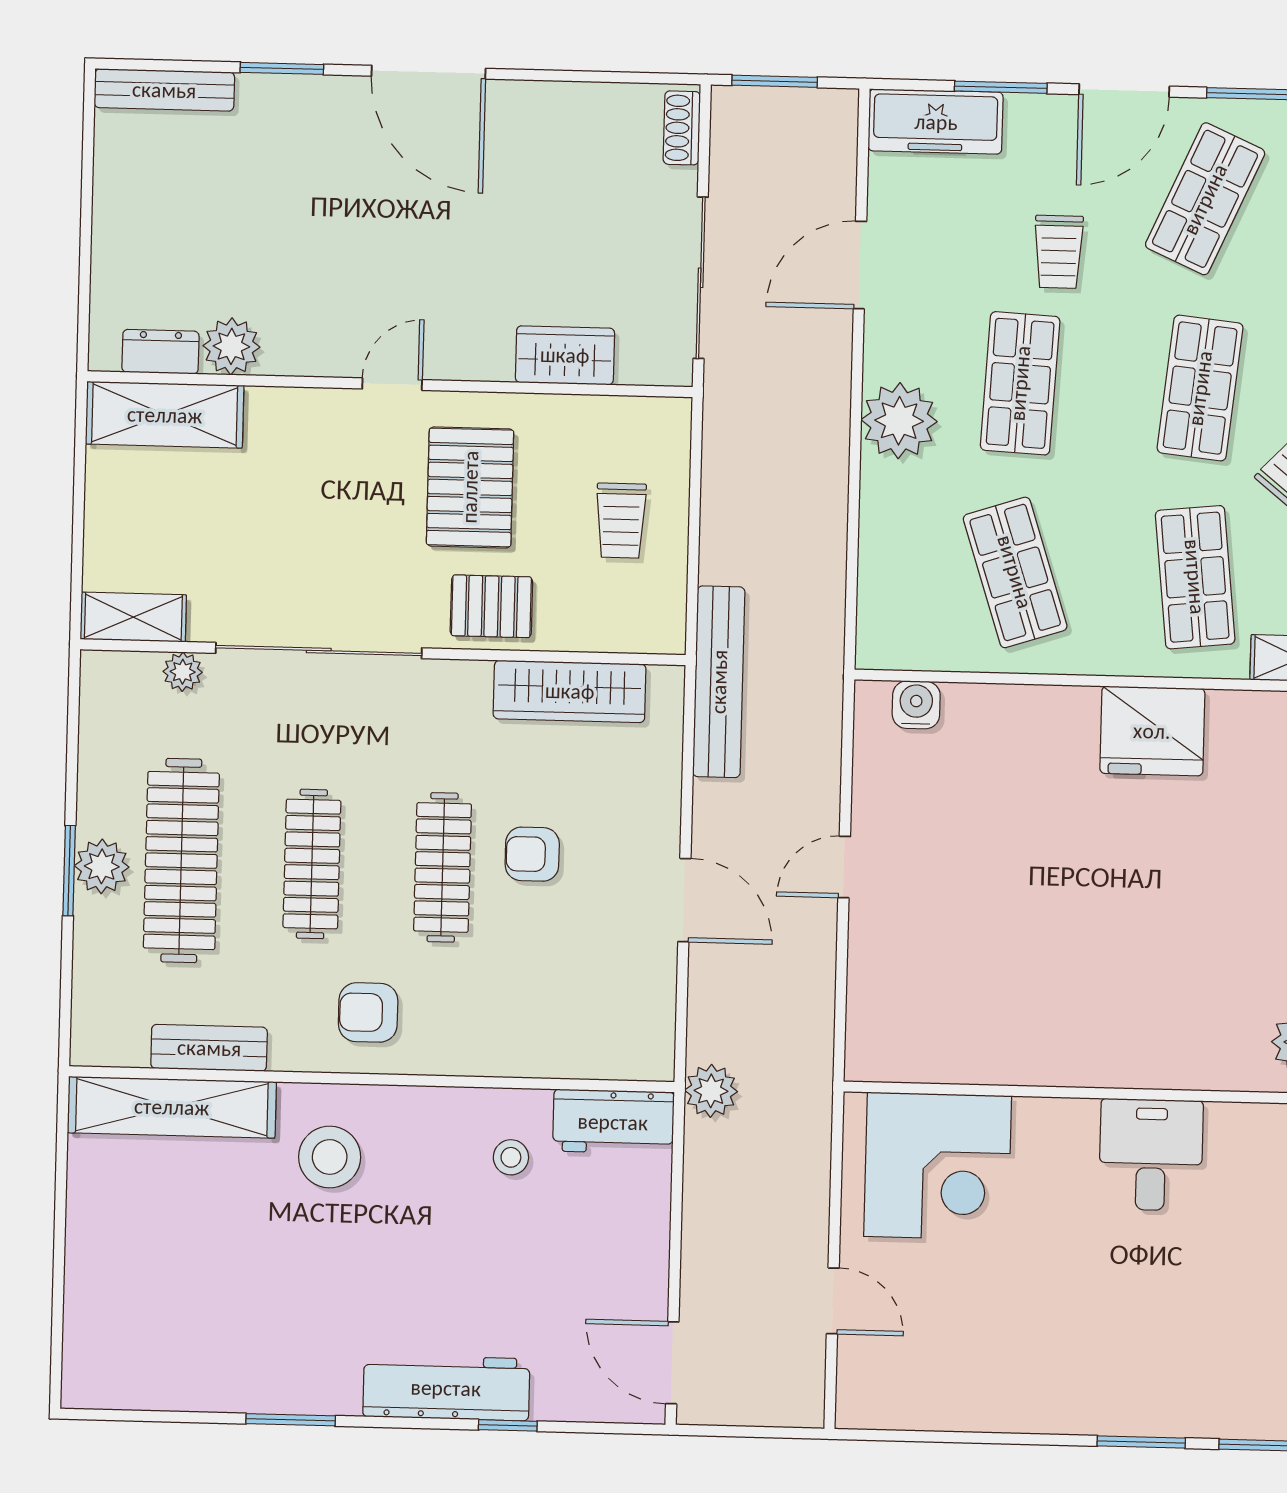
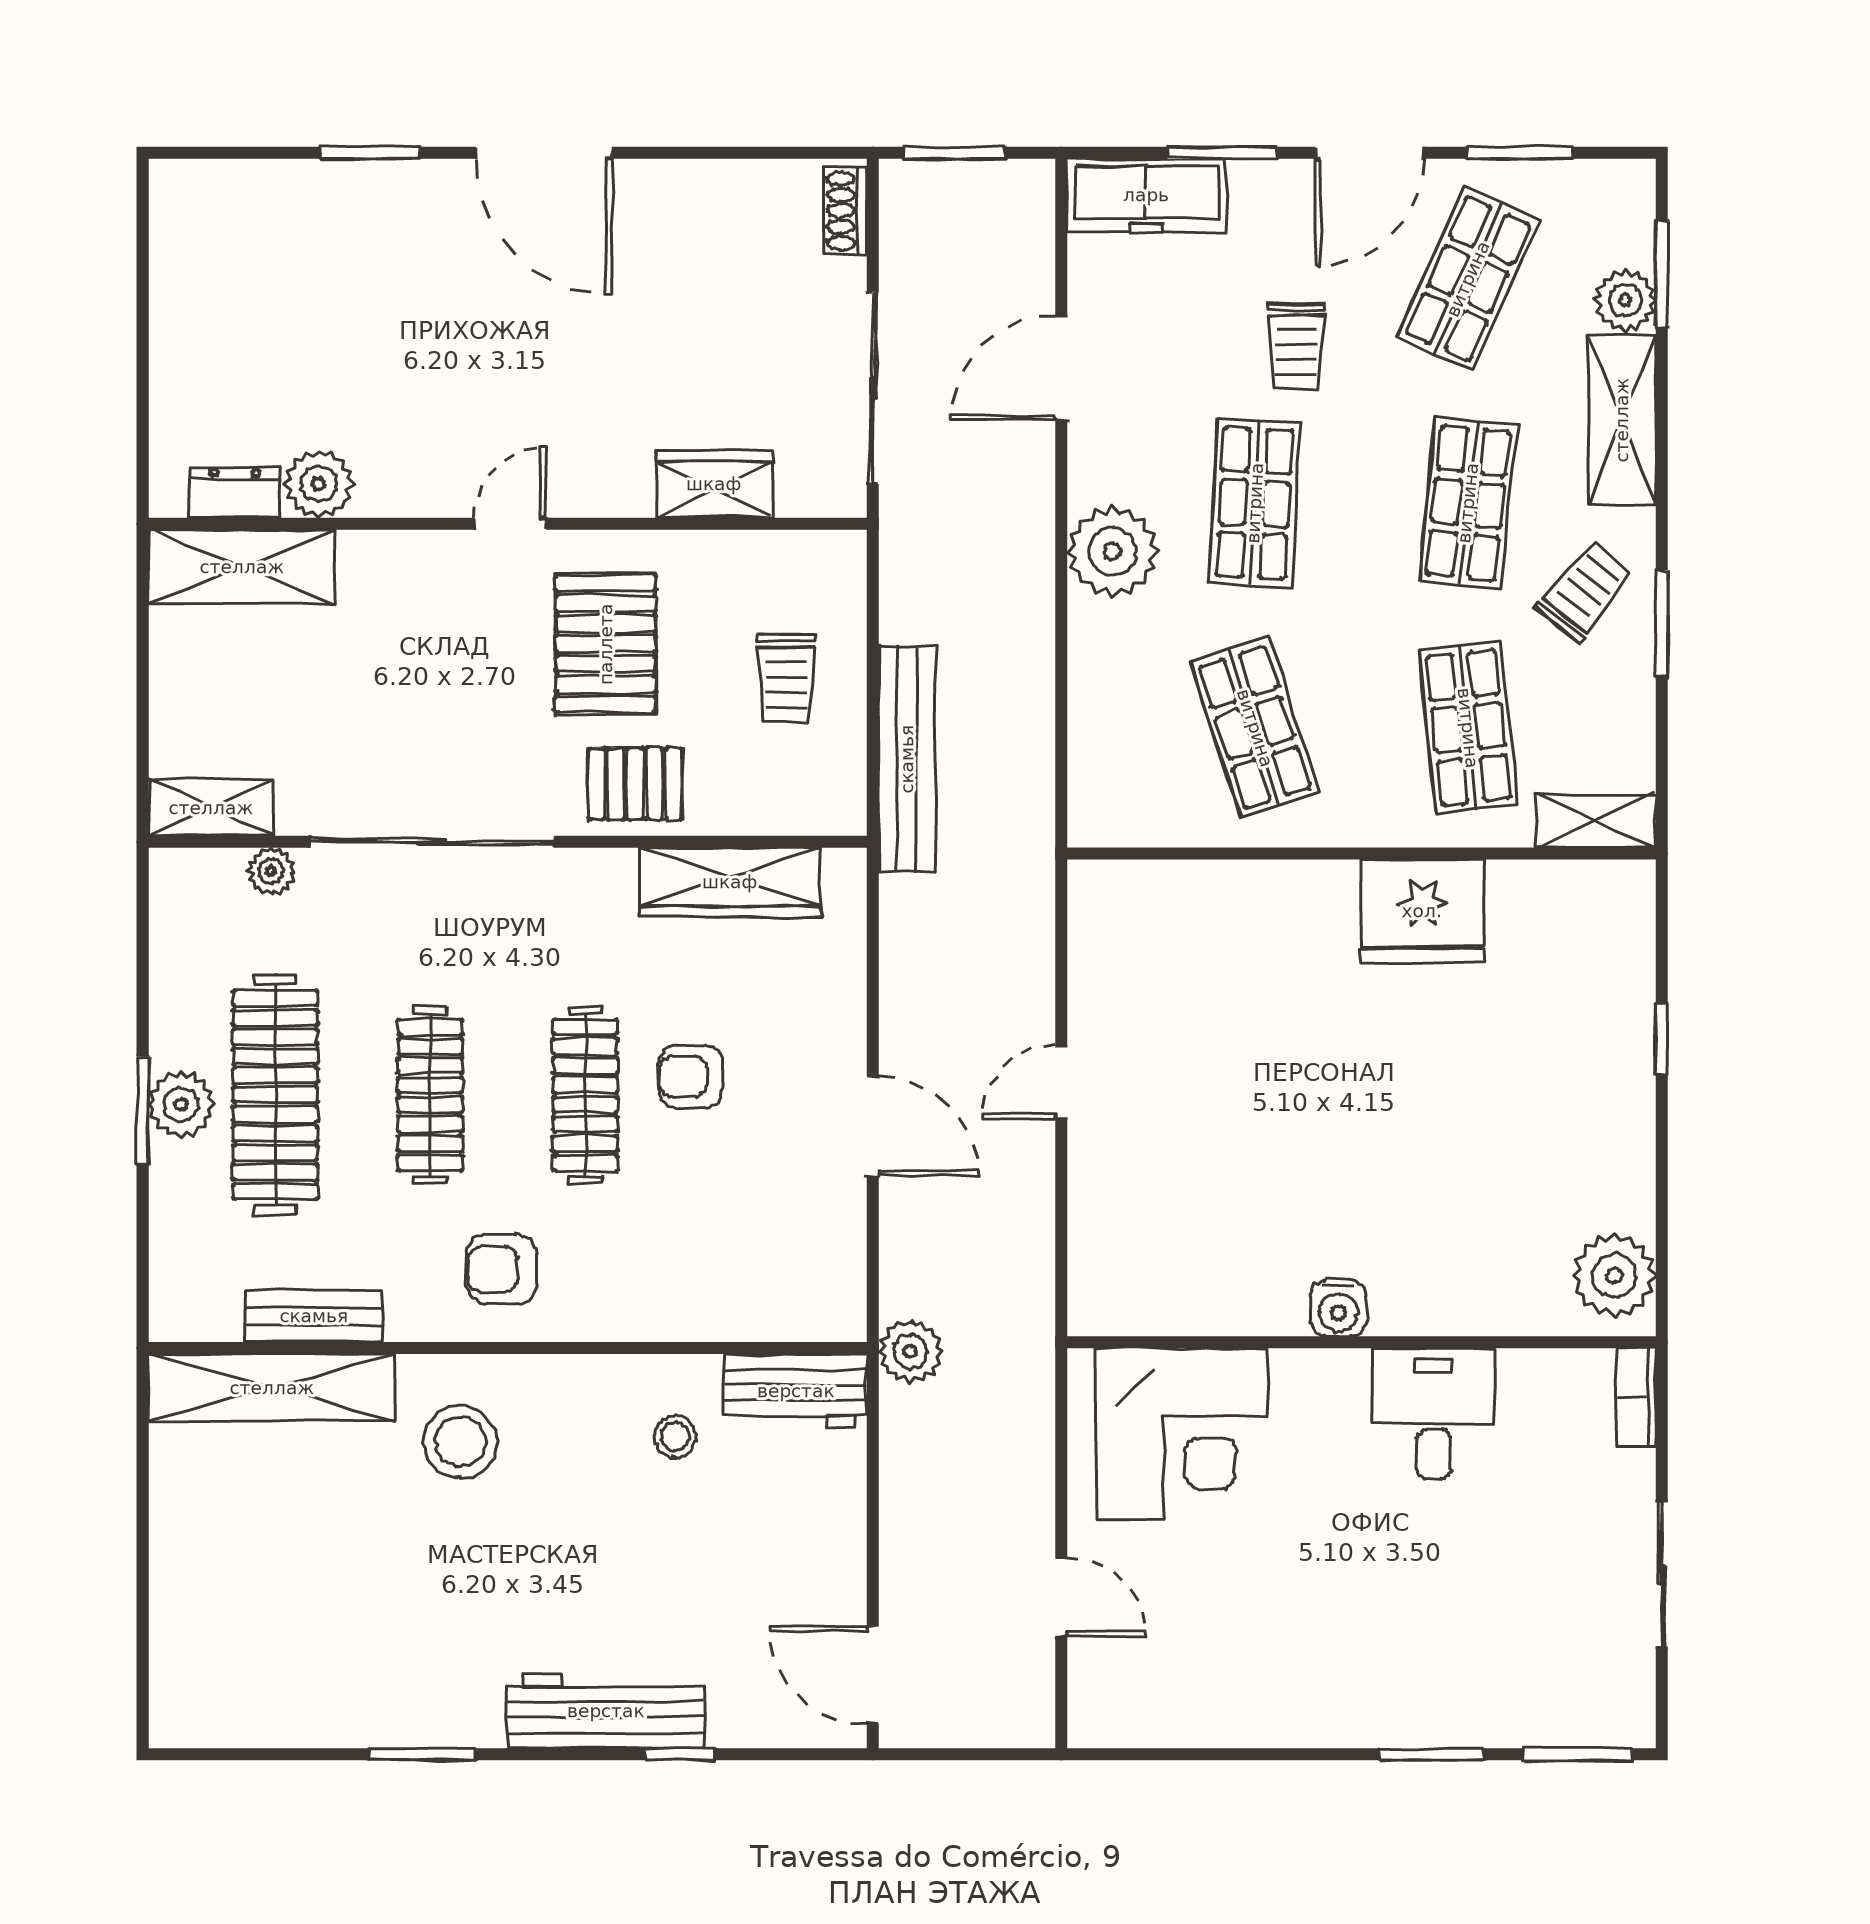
bench: (164, 90) -> (231, 182), removed
bench: (719, 682) -> (907, 759), moved
water cooler: (916, 705) -> (1338, 1308), moved, turned 180

